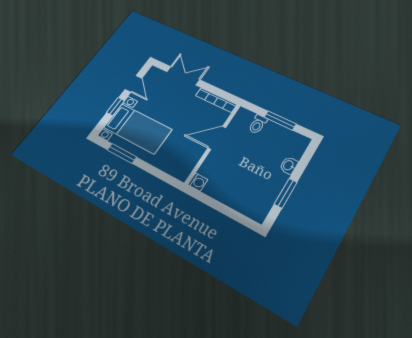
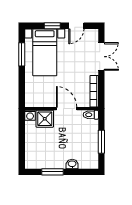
toilet: (258, 124) -> (91, 115), moved
shower: (213, 168) -> (45, 119), added

